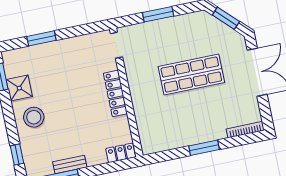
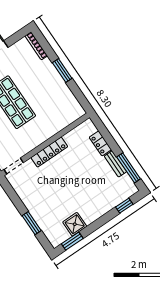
stool: (34, 117) -> (92, 205), removed
locker: (121, 153) -> (100, 143), moved

